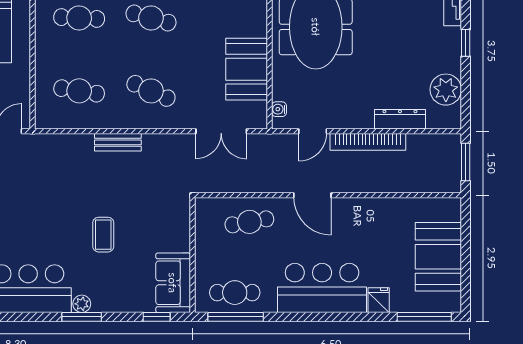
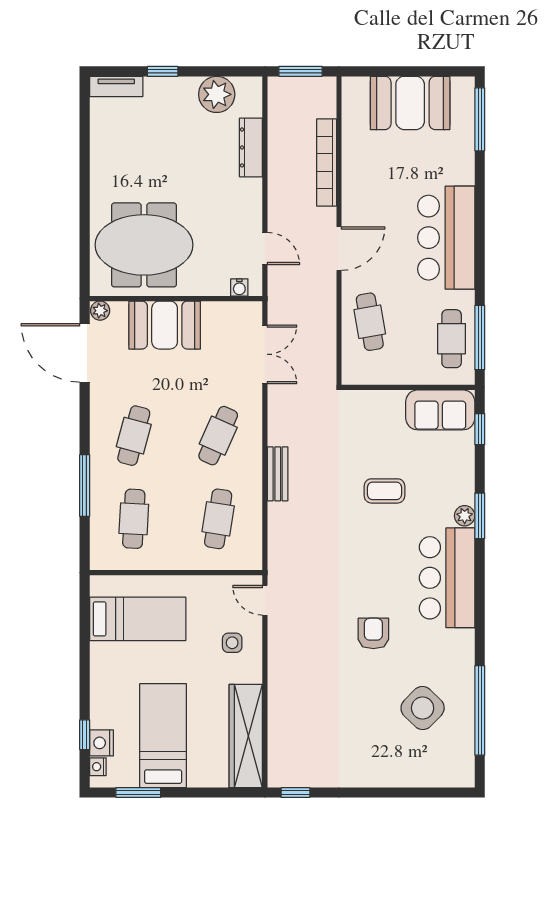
booth: (247, 69) -> (165, 325), moved
bookcase: (368, 142) -> (327, 162), moved, turned 180
fridge: (379, 300) -> (460, 172), removed

